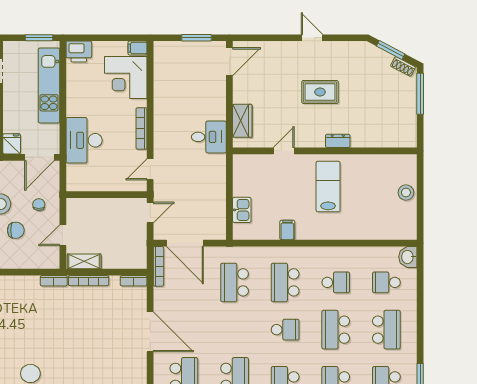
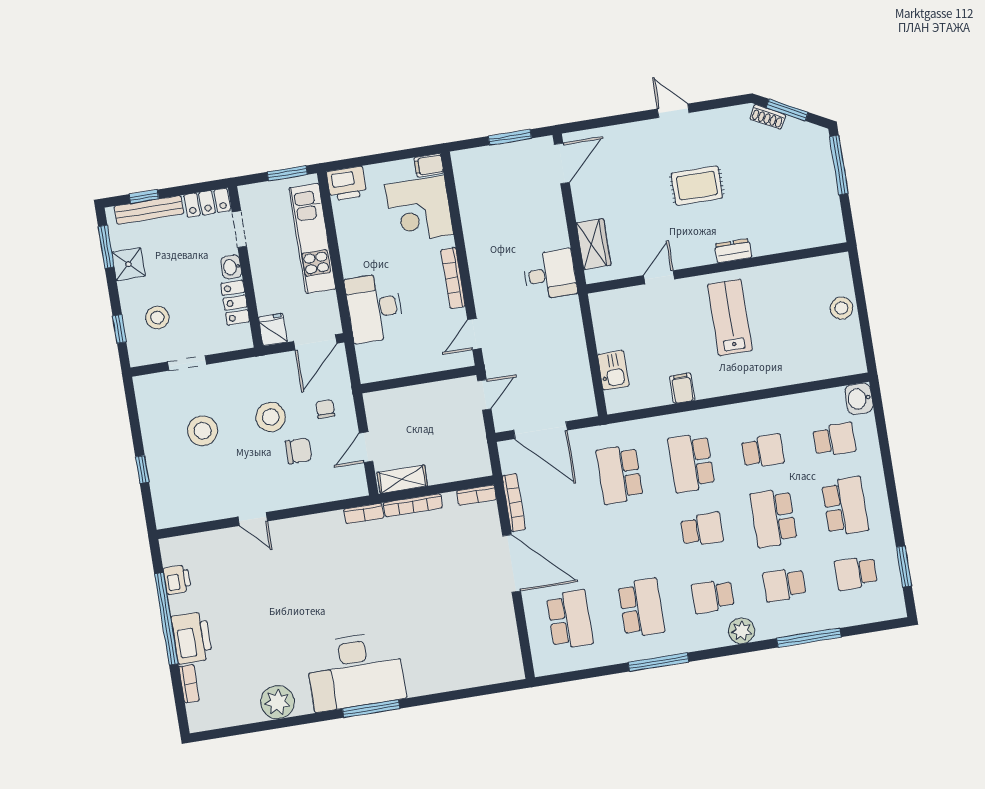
shoe rack: (403, 66) -> (768, 117), moved
bookcase: (158, 266) -> (514, 502), moved
school desk: (386, 282) -> (834, 440), turned 180

